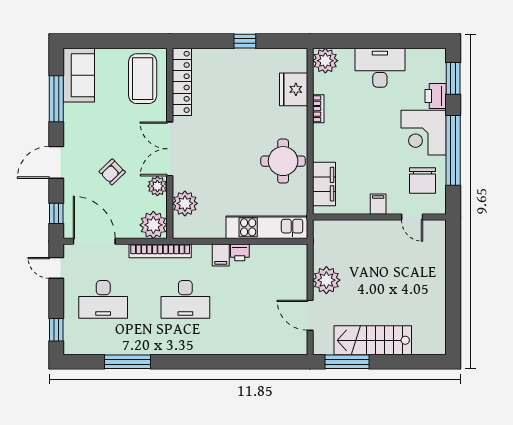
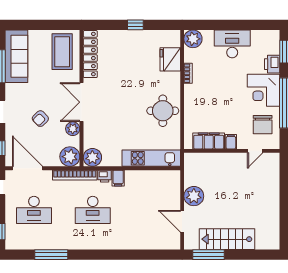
sofa: (79, 75) -> (16, 56), width x1.36
filing cabinet: (324, 184) -> (209, 141), moved, turned -90
plant: (185, 203) -> (92, 157), moved
door: (412, 217) -> (255, 151), hinge flipped
printer: (240, 252) -> (105, 176), moved

